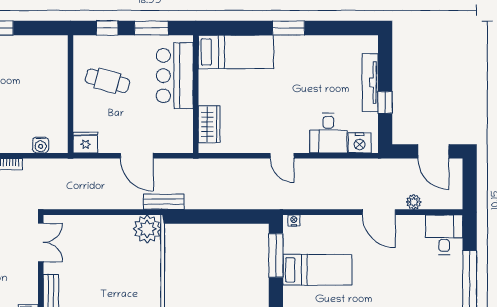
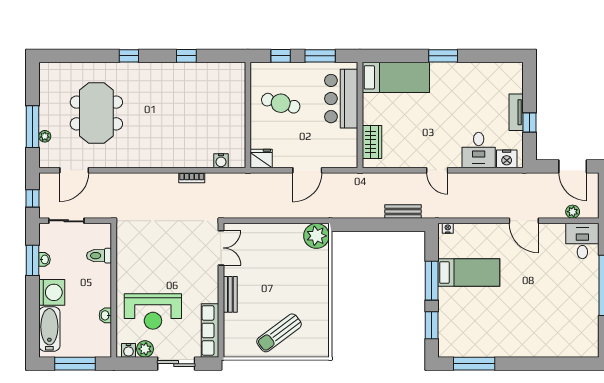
tv unit: (370, 82) -> (516, 112), width x0.71
door: (137, 156) -> (307, 170), hinge flipped
bench: (164, 202) -> (403, 212), moved
plant: (414, 202) -> (573, 212), moved
window: (276, 255) -> (432, 281), moved

